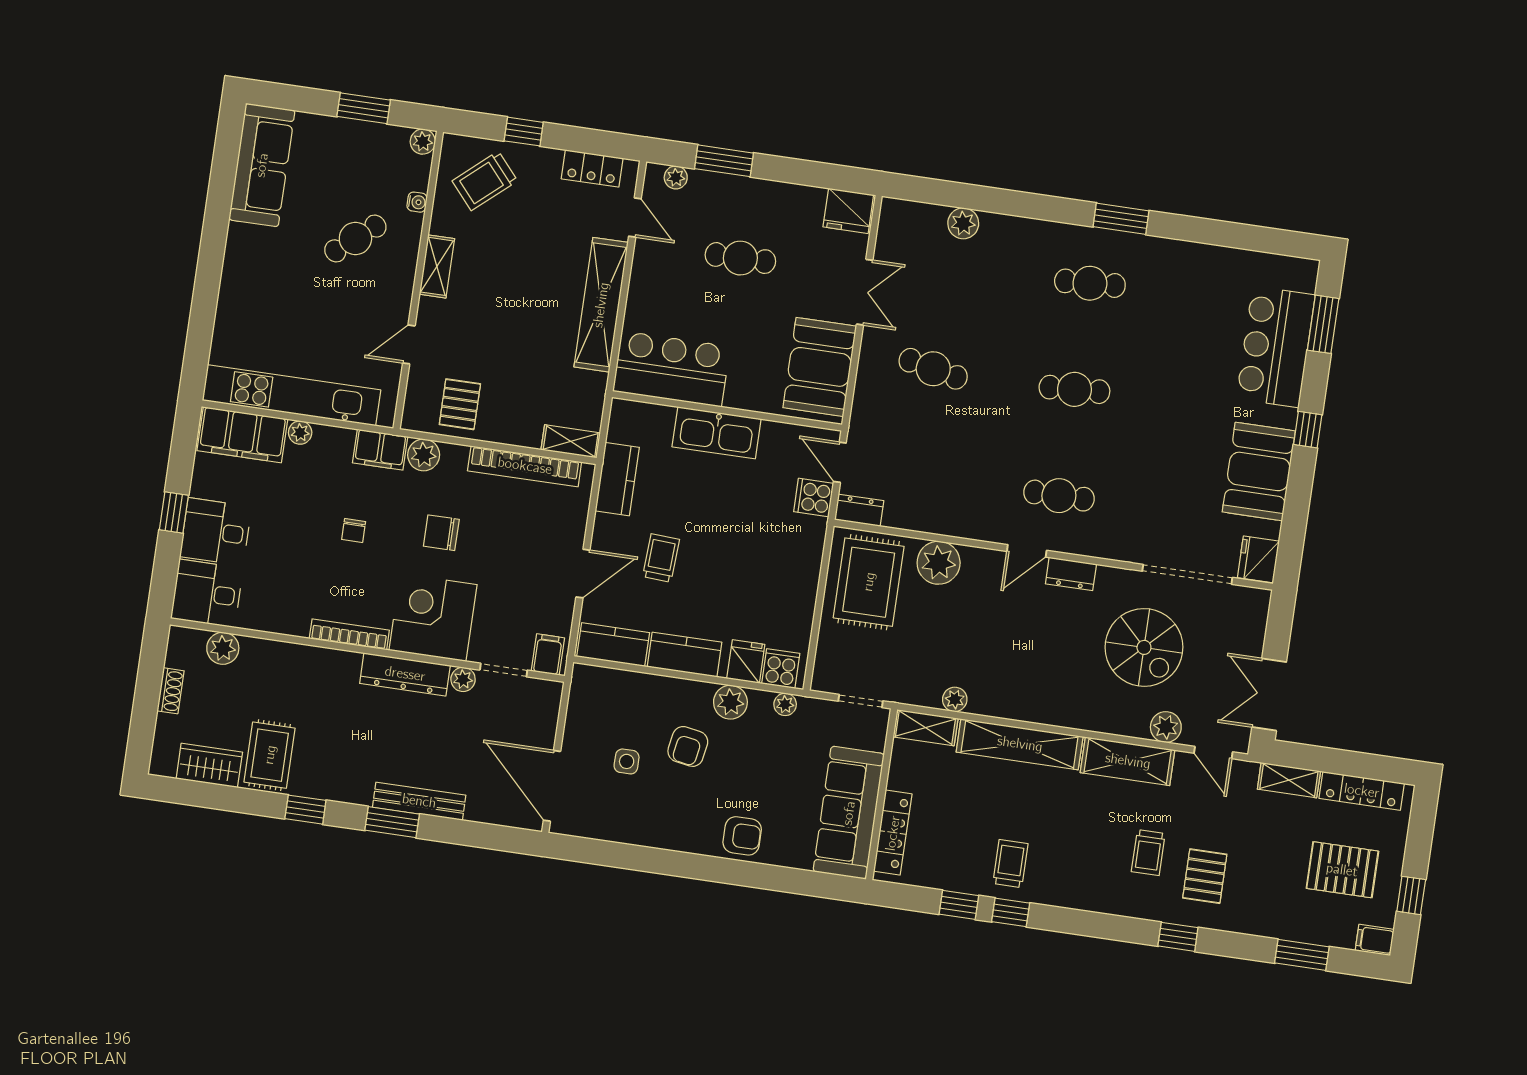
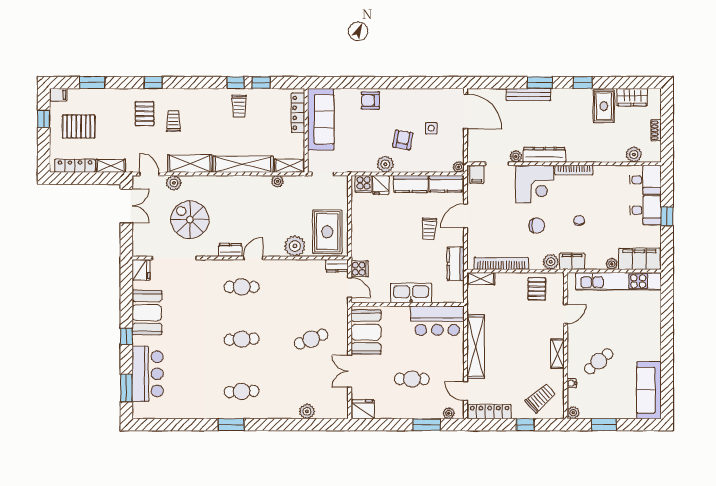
locker: (592, 168) -> (490, 412), width x1.53
cafe table: (933, 369) -> (311, 339), turned -33
plant: (785, 704) -> (459, 167), moved

